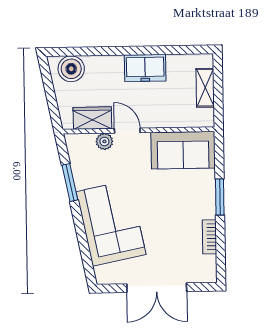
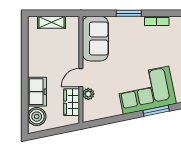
freezer: (145, 68) -> (37, 92), moved
window: (70, 182) -> (156, 111), moved

